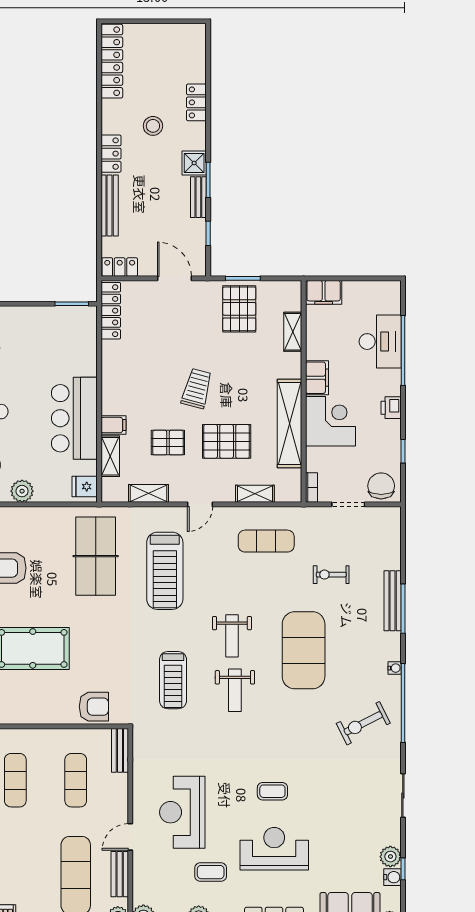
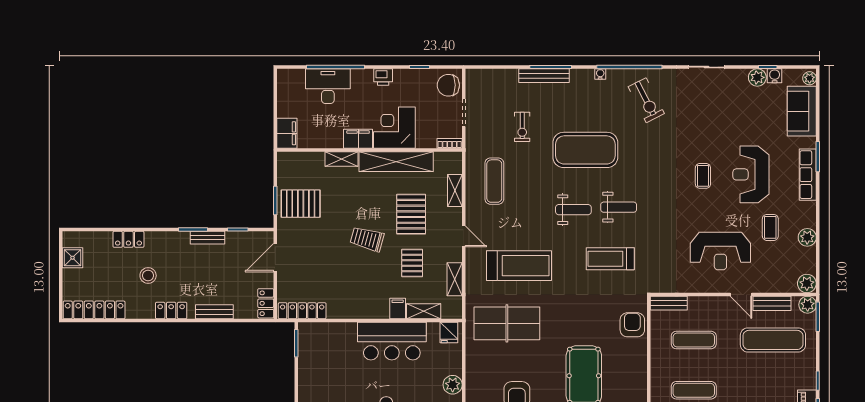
shower: (194, 163) -> (73, 258), moved
bench: (110, 205) -> (214, 312), width x0.73
shelving: (293, 332) -> (341, 159), moved
treadmill: (173, 680) -> (610, 259), turned 180

